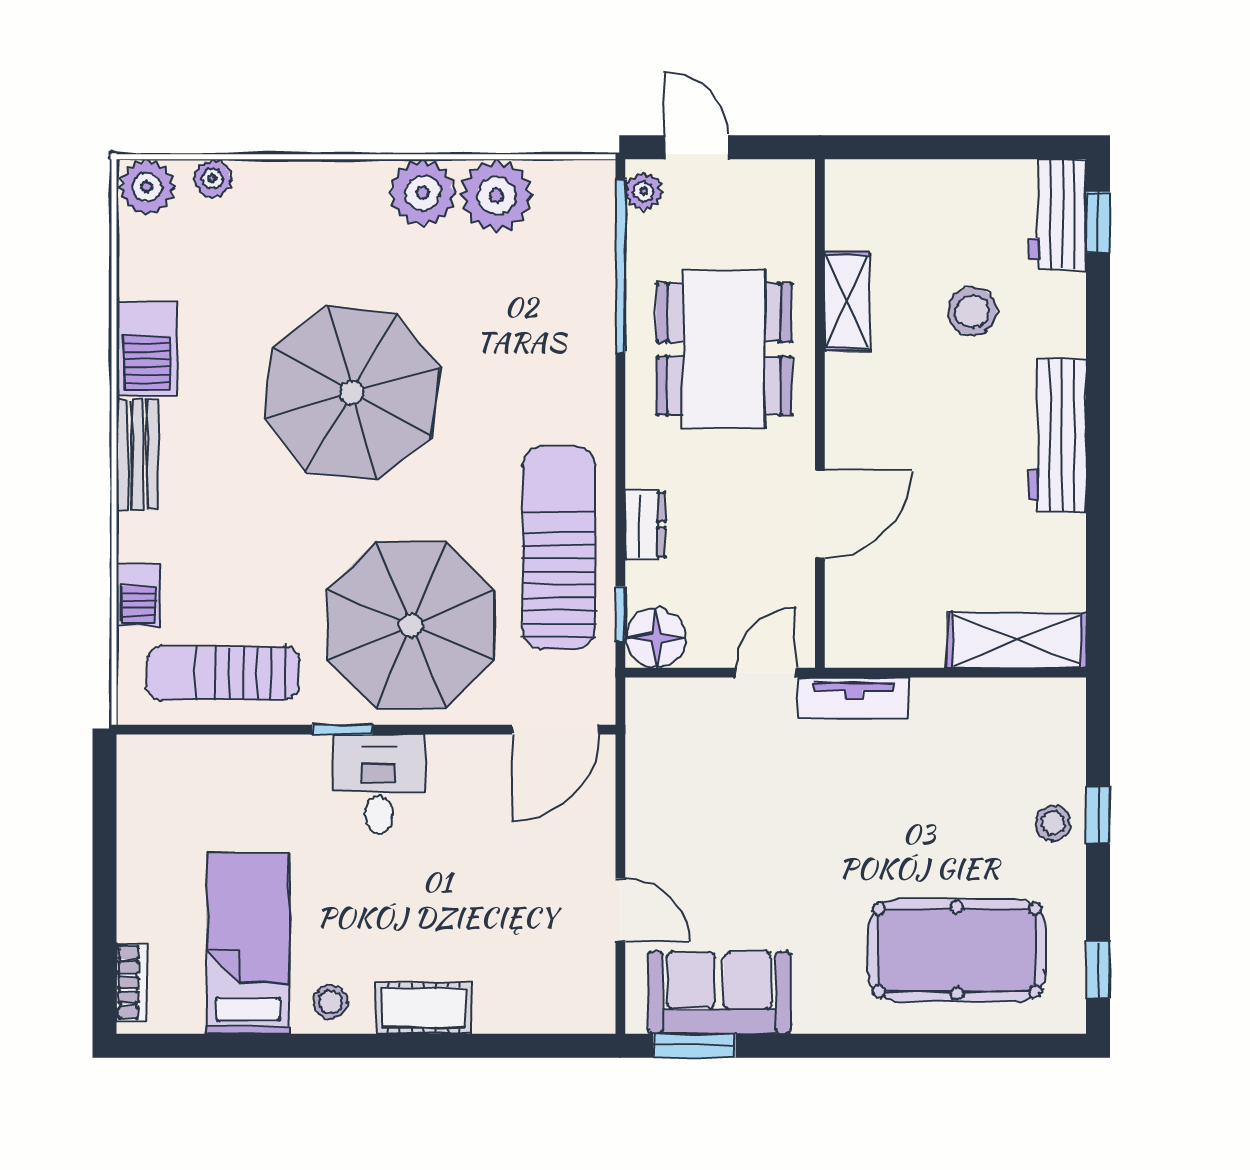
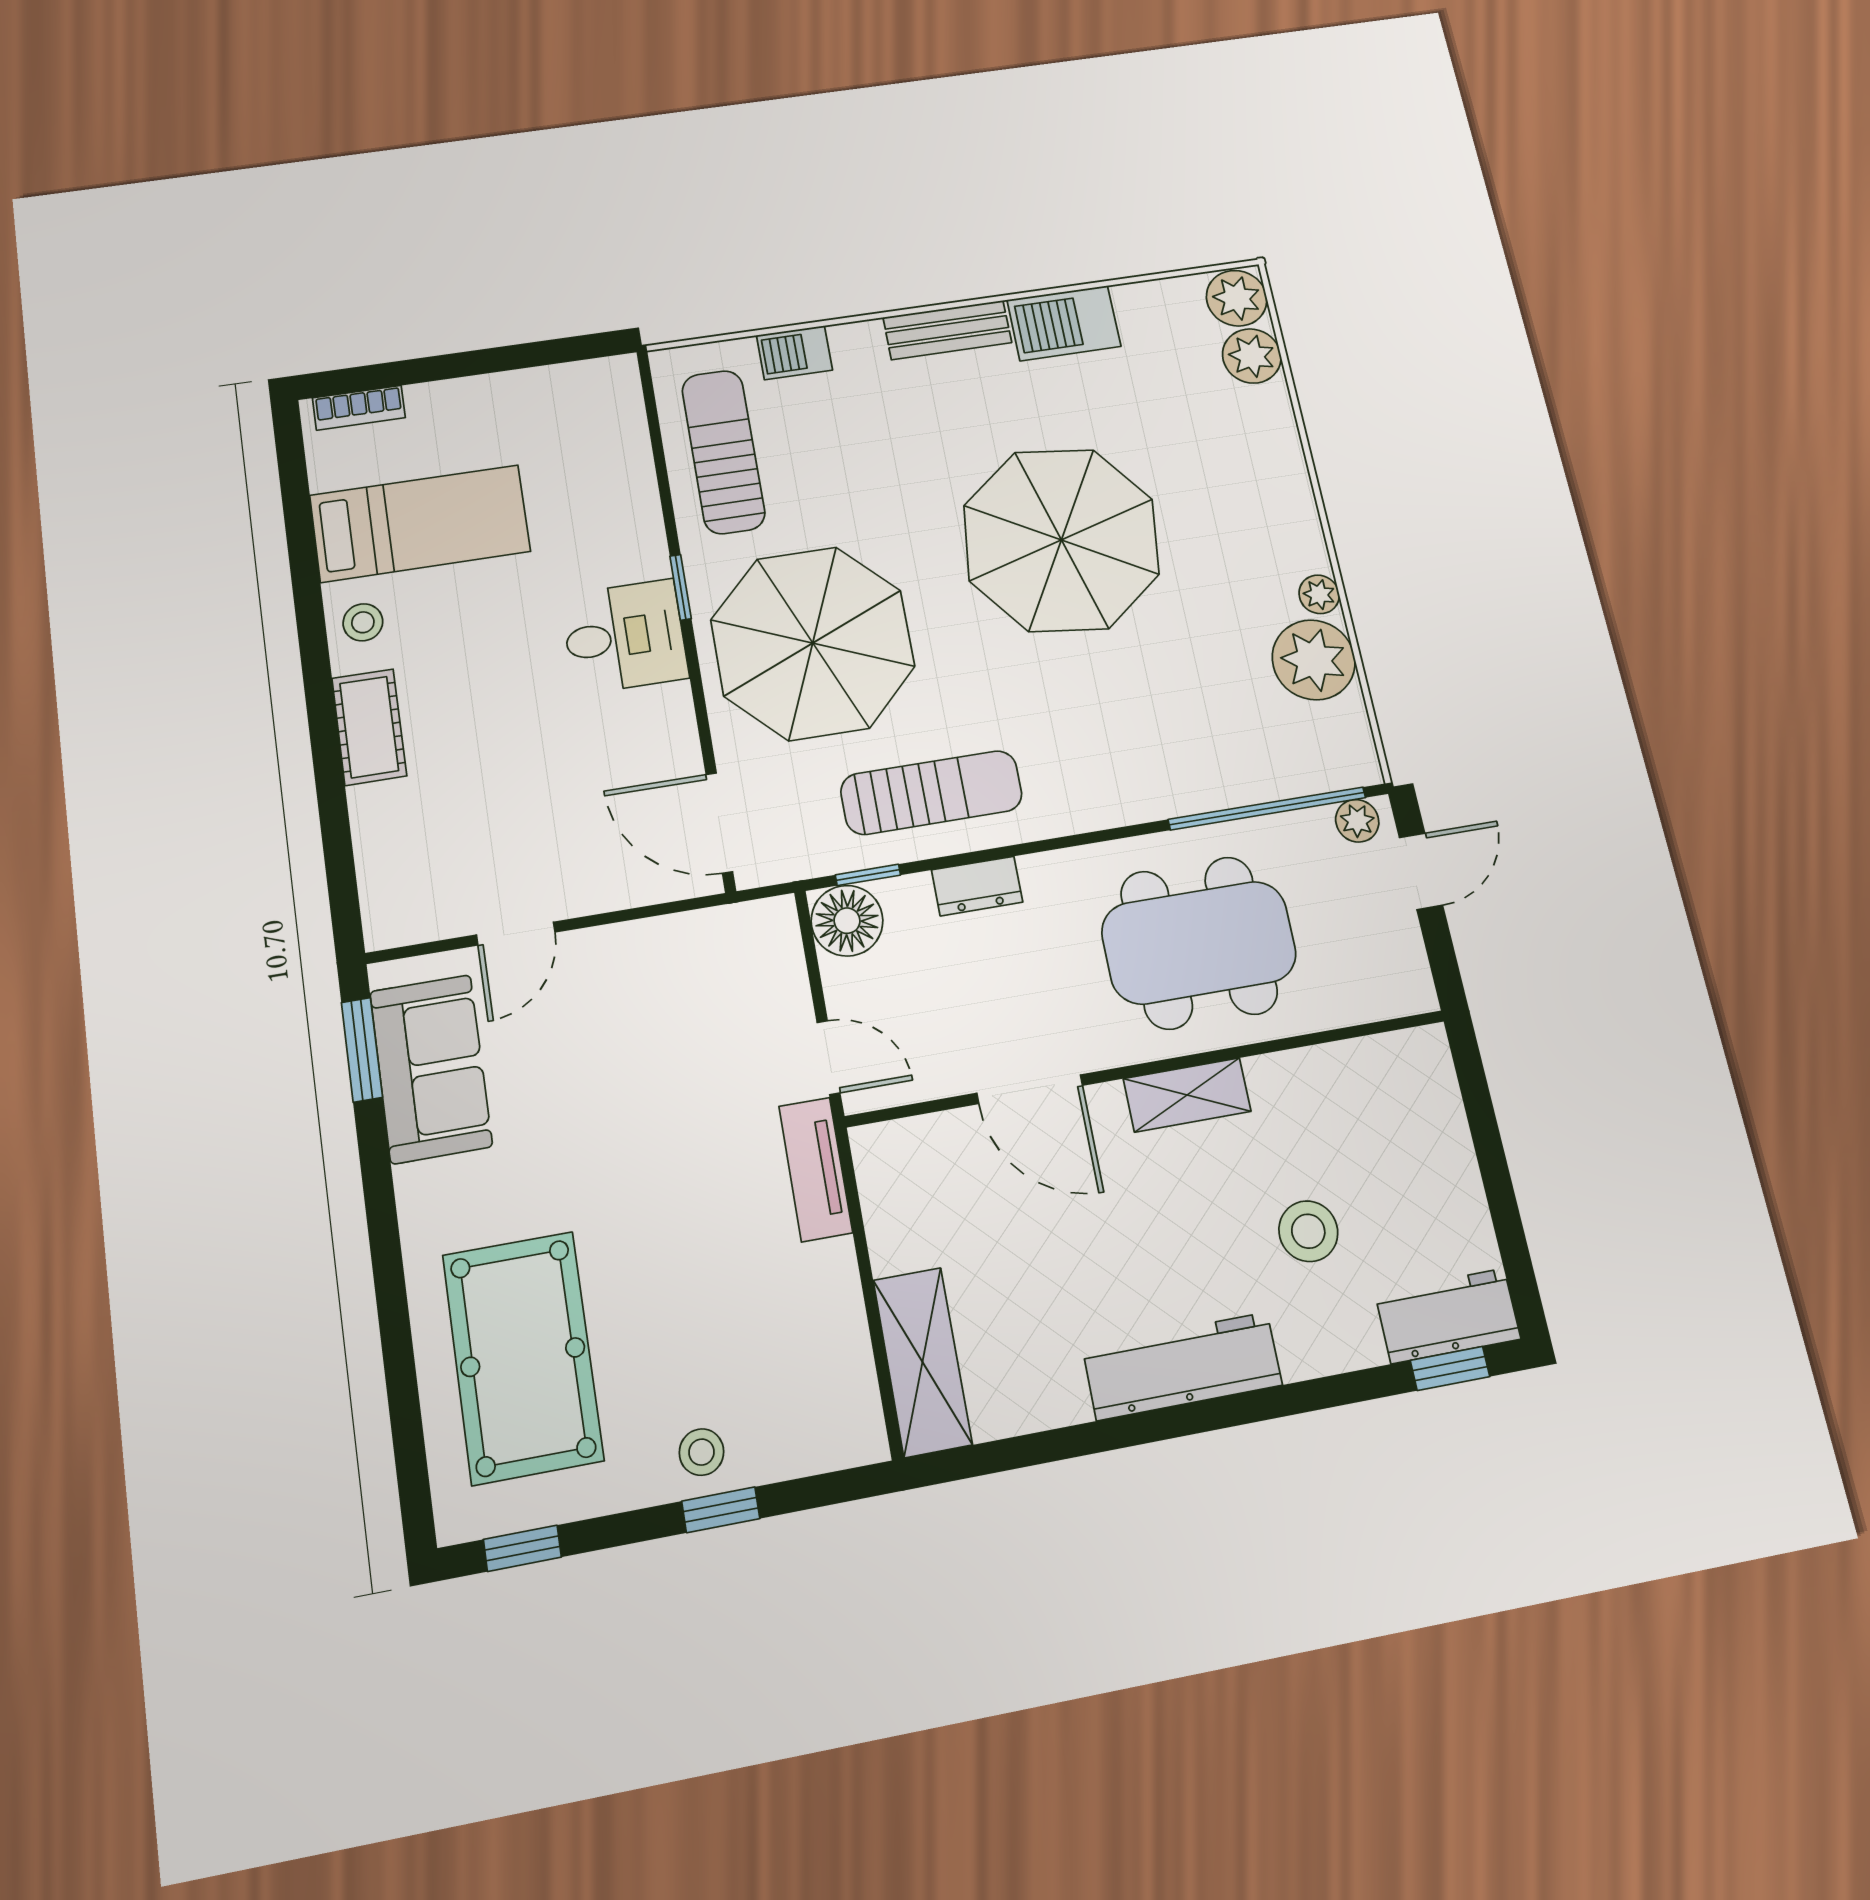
plant: (212, 179) -> (1252, 356), width x1.38, depth x1.38
plant: (423, 193) -> (1319, 594), width x0.53, depth x0.53
shelving: (847, 302) -> (1187, 1095), moved
sun lounger: (559, 548) -> (931, 793), width x0.73, depth x0.75

